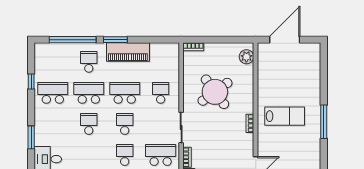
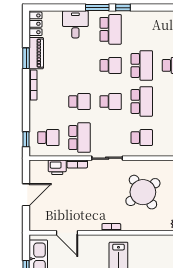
window: (31, 81) -> (123, 8), moved
school desk: (53, 93) -> (111, 29), moved

